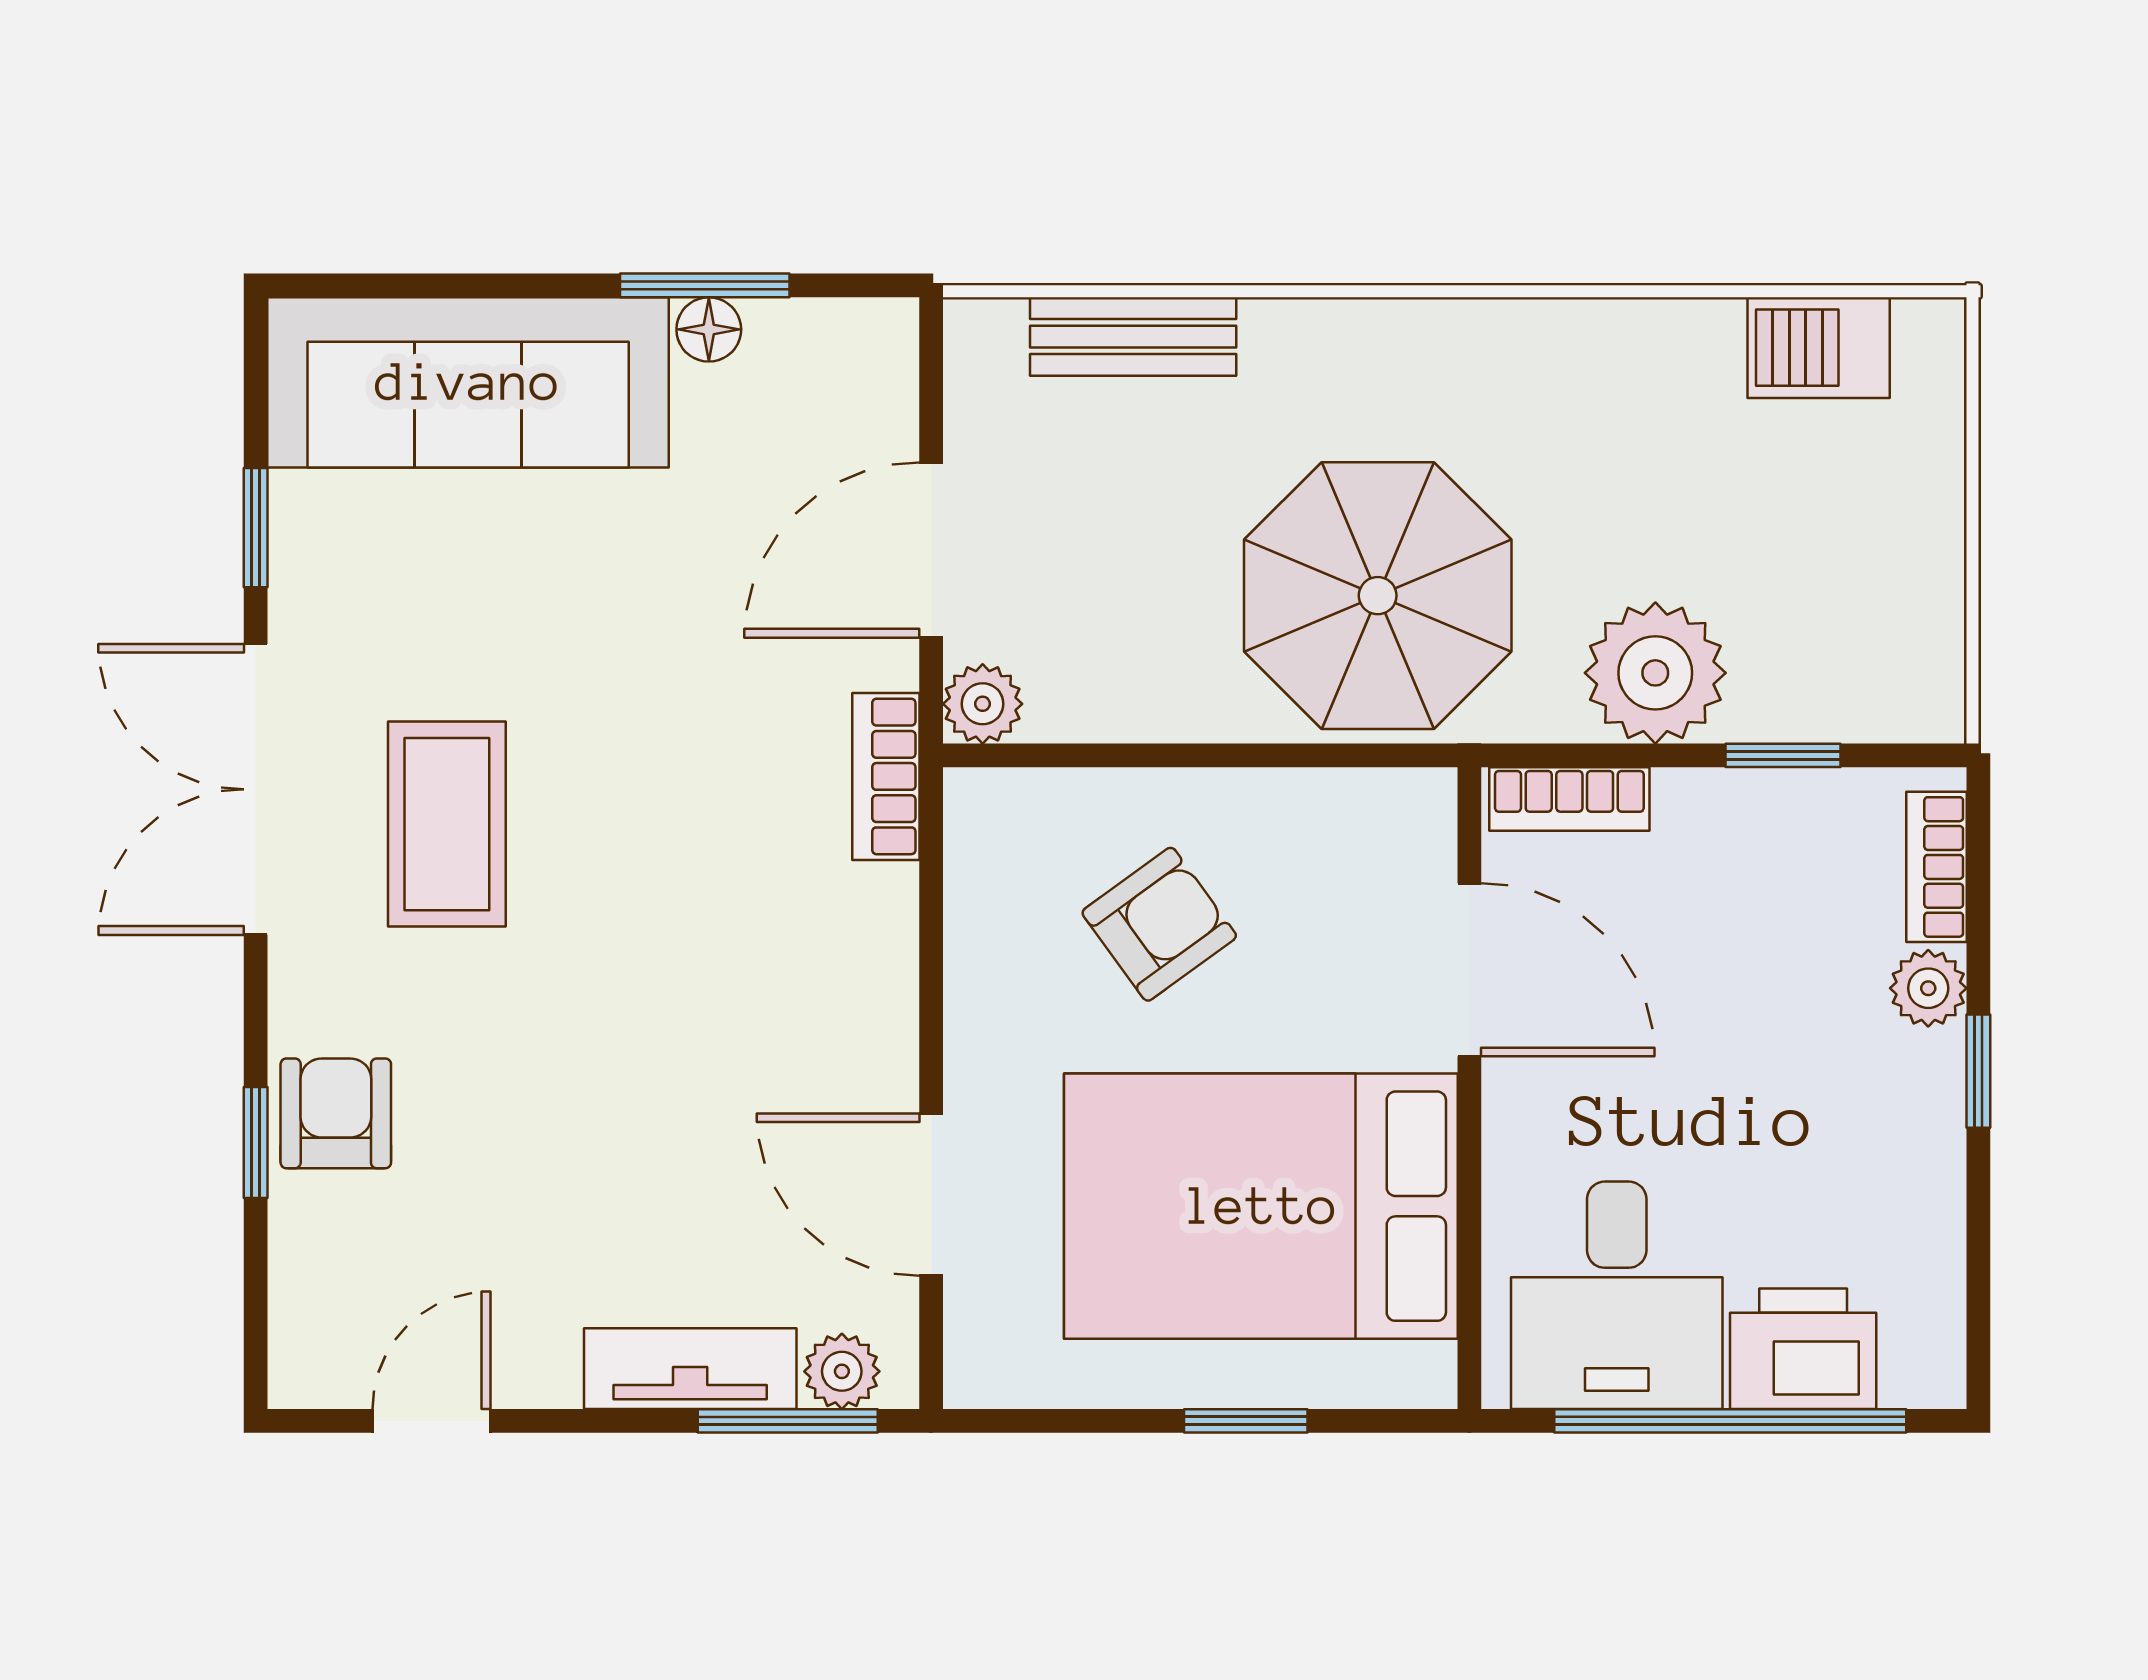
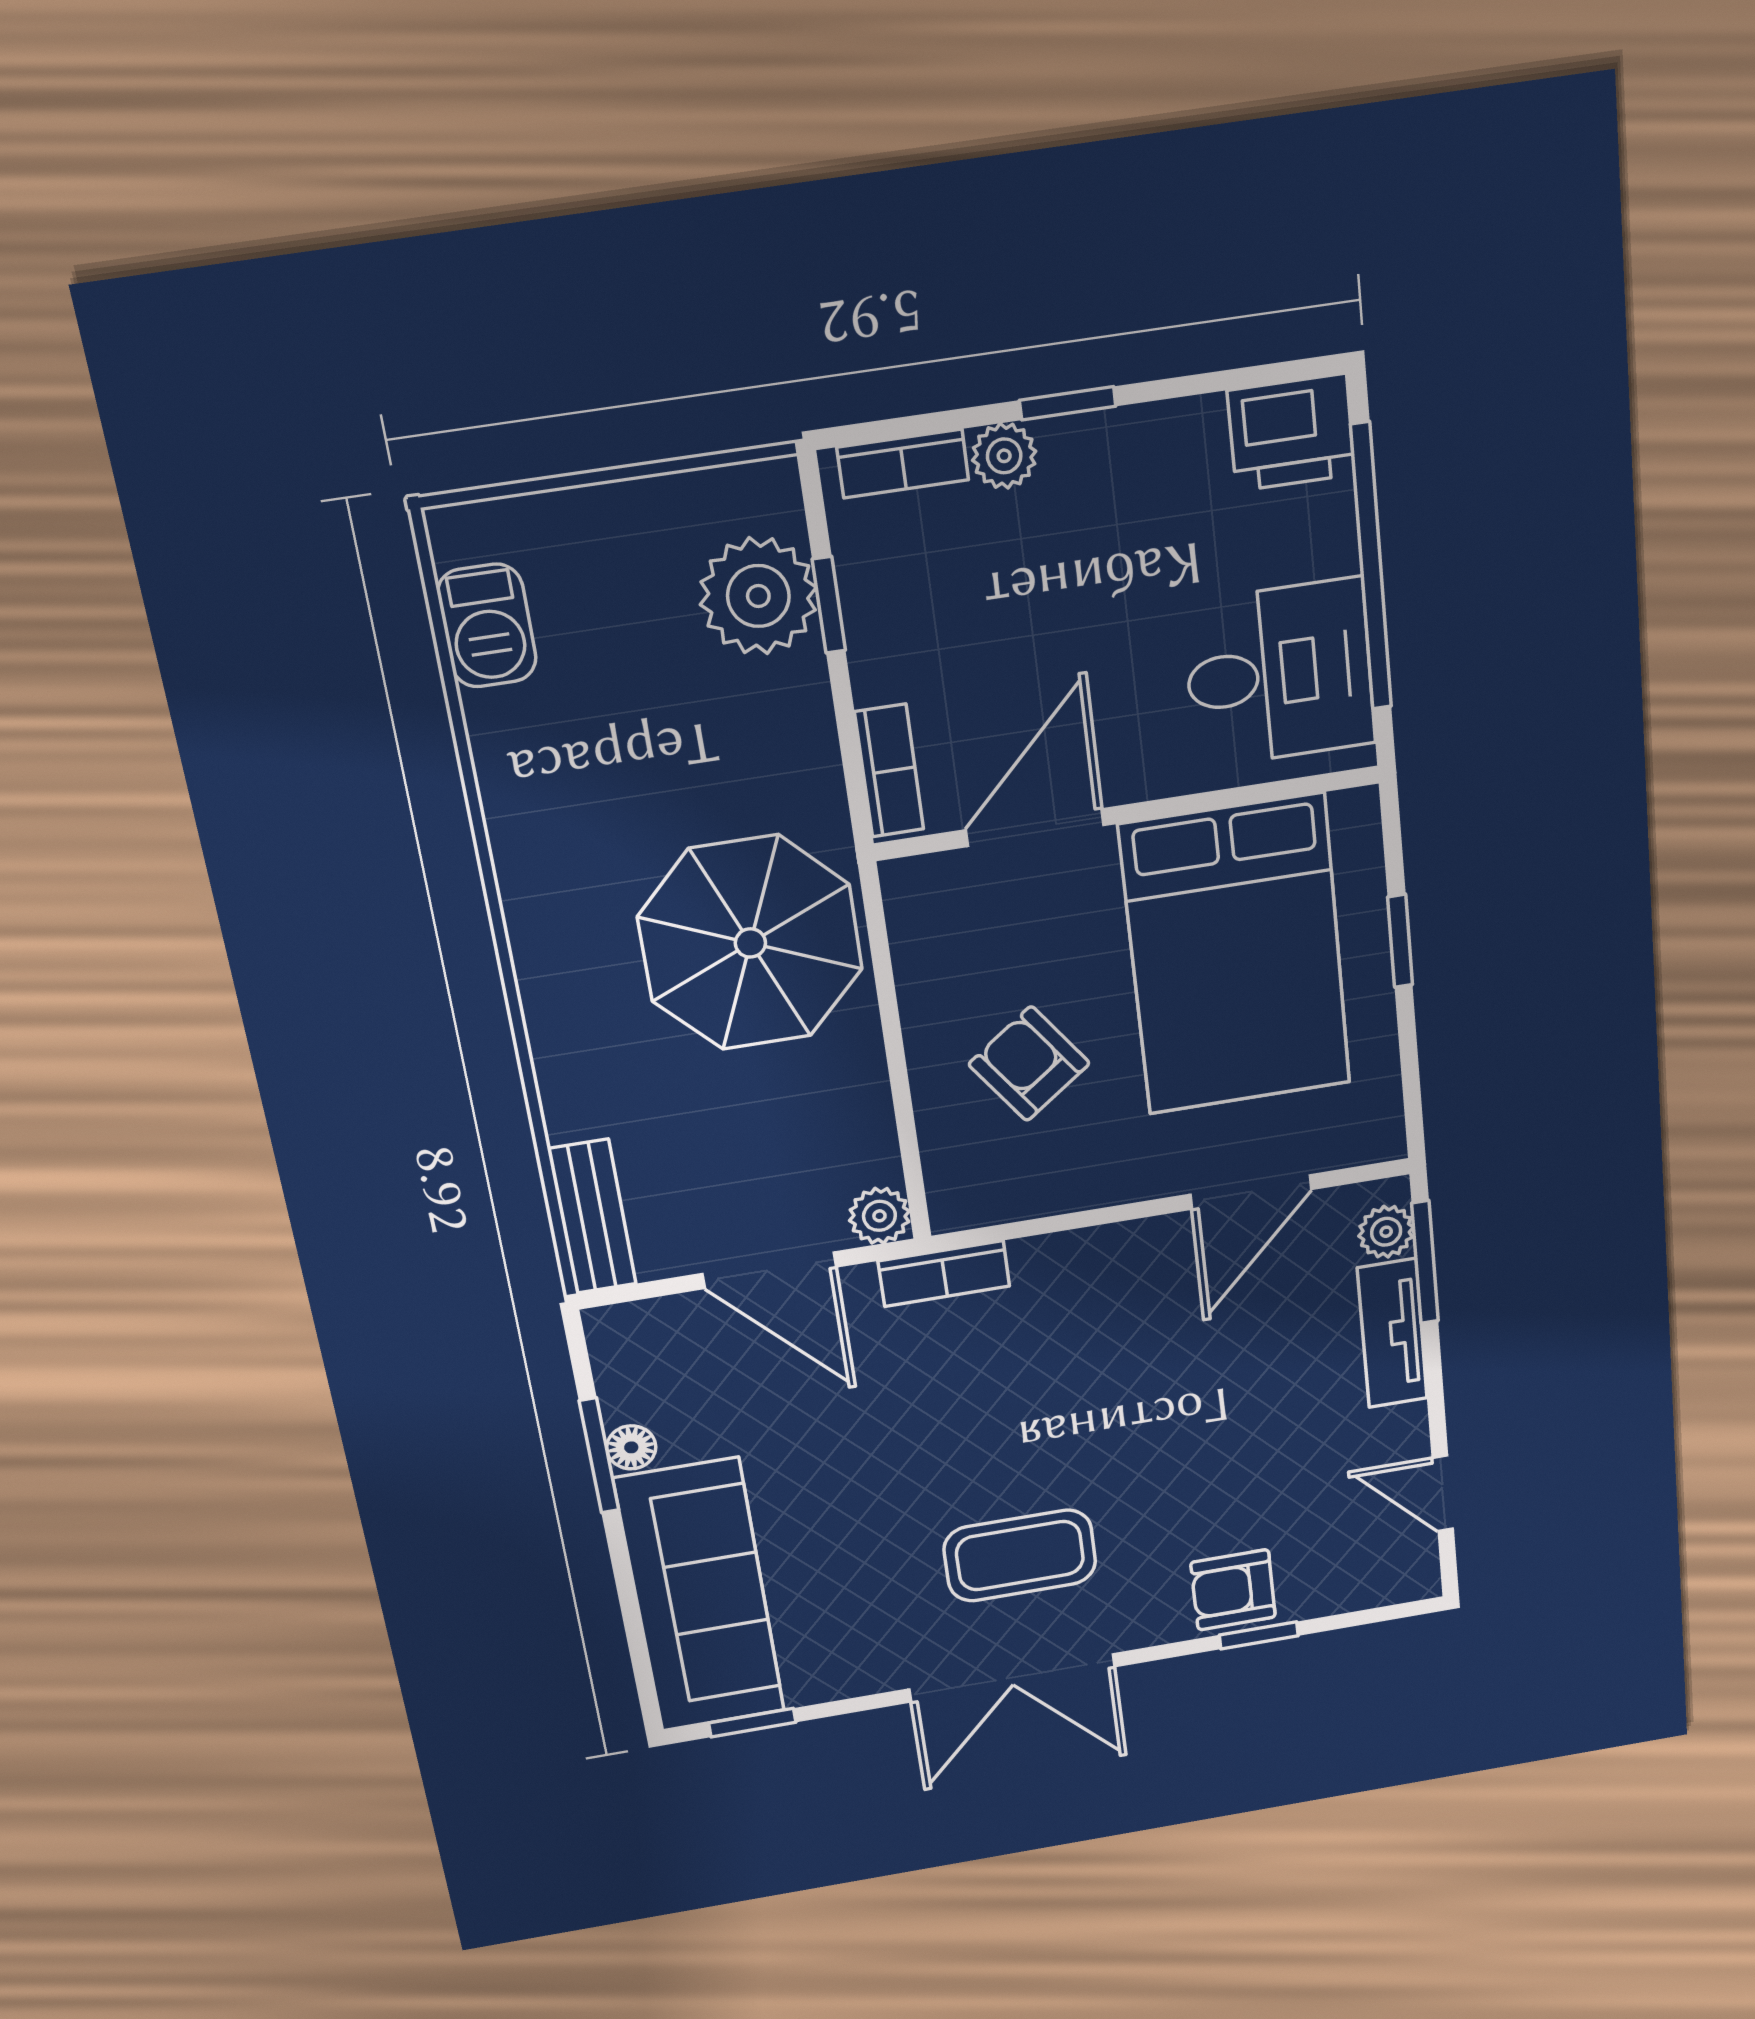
bench: (1133, 337) -> (592, 1217), moved
window: (256, 528) -> (752, 1723), moved
plant: (1655, 673) -> (758, 596), moved
printer: (1803, 1349) -> (1291, 433), moved, turned -90

